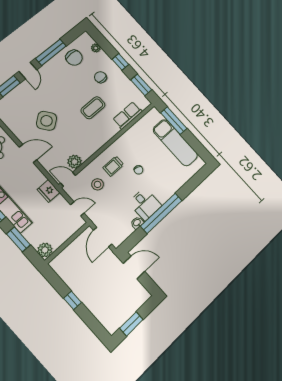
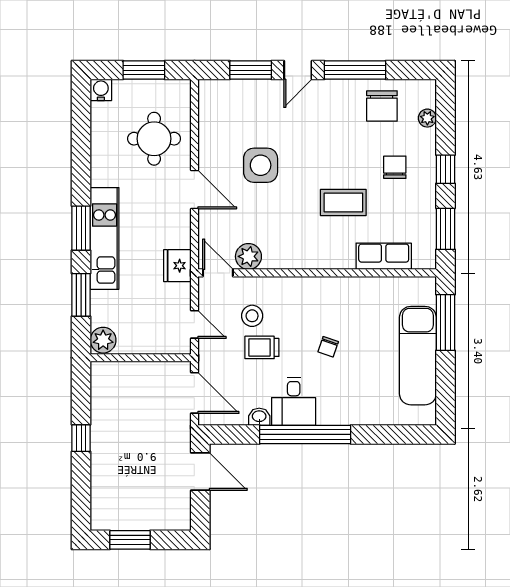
side table: (47, 121) -> (261, 165), turned 38
trolley: (113, 166) -> (262, 347), moved
door: (103, 237) -> (194, 393), swing flipped

